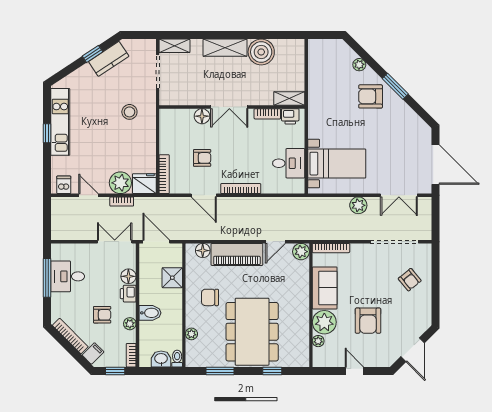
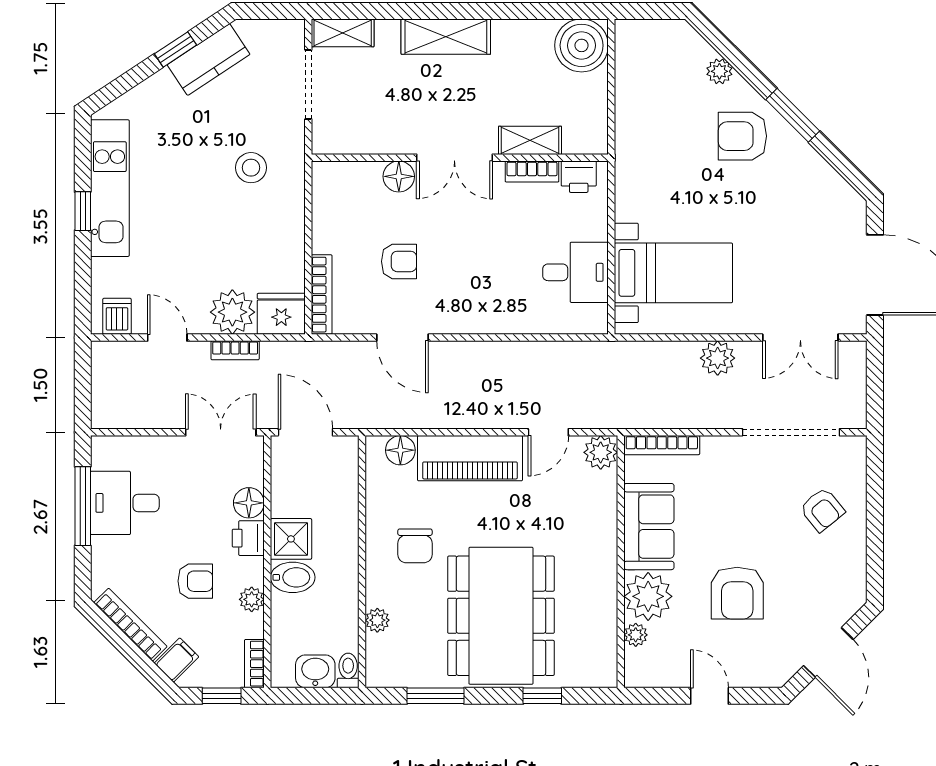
boiler: (261, 52) -> (582, 45), moved
shelving: (289, 99) -> (530, 140), moved
bookcase: (241, 189) -> (478, 324), removed
shower: (172, 278) -> (291, 539), moved
chair: (210, 297) -> (415, 546), turned -90

